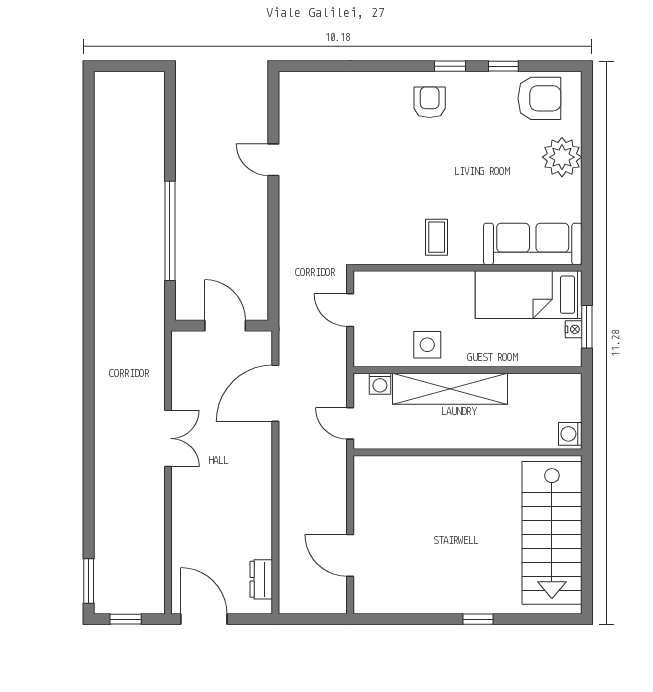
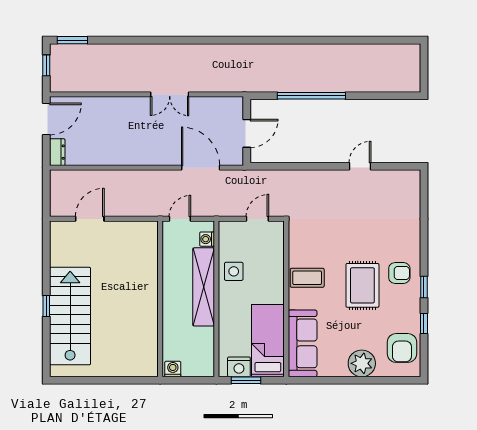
rug: (448, 156) -> (362, 285), added
coffee table: (437, 237) -> (307, 278), width x1.36, depth x1.30
nightstand: (574, 329) -> (239, 367), width x1.89, depth x1.79
stairs: (552, 533) -> (70, 316), moved, turned 90
dresser: (261, 579) -> (57, 152), moved, turned 90

